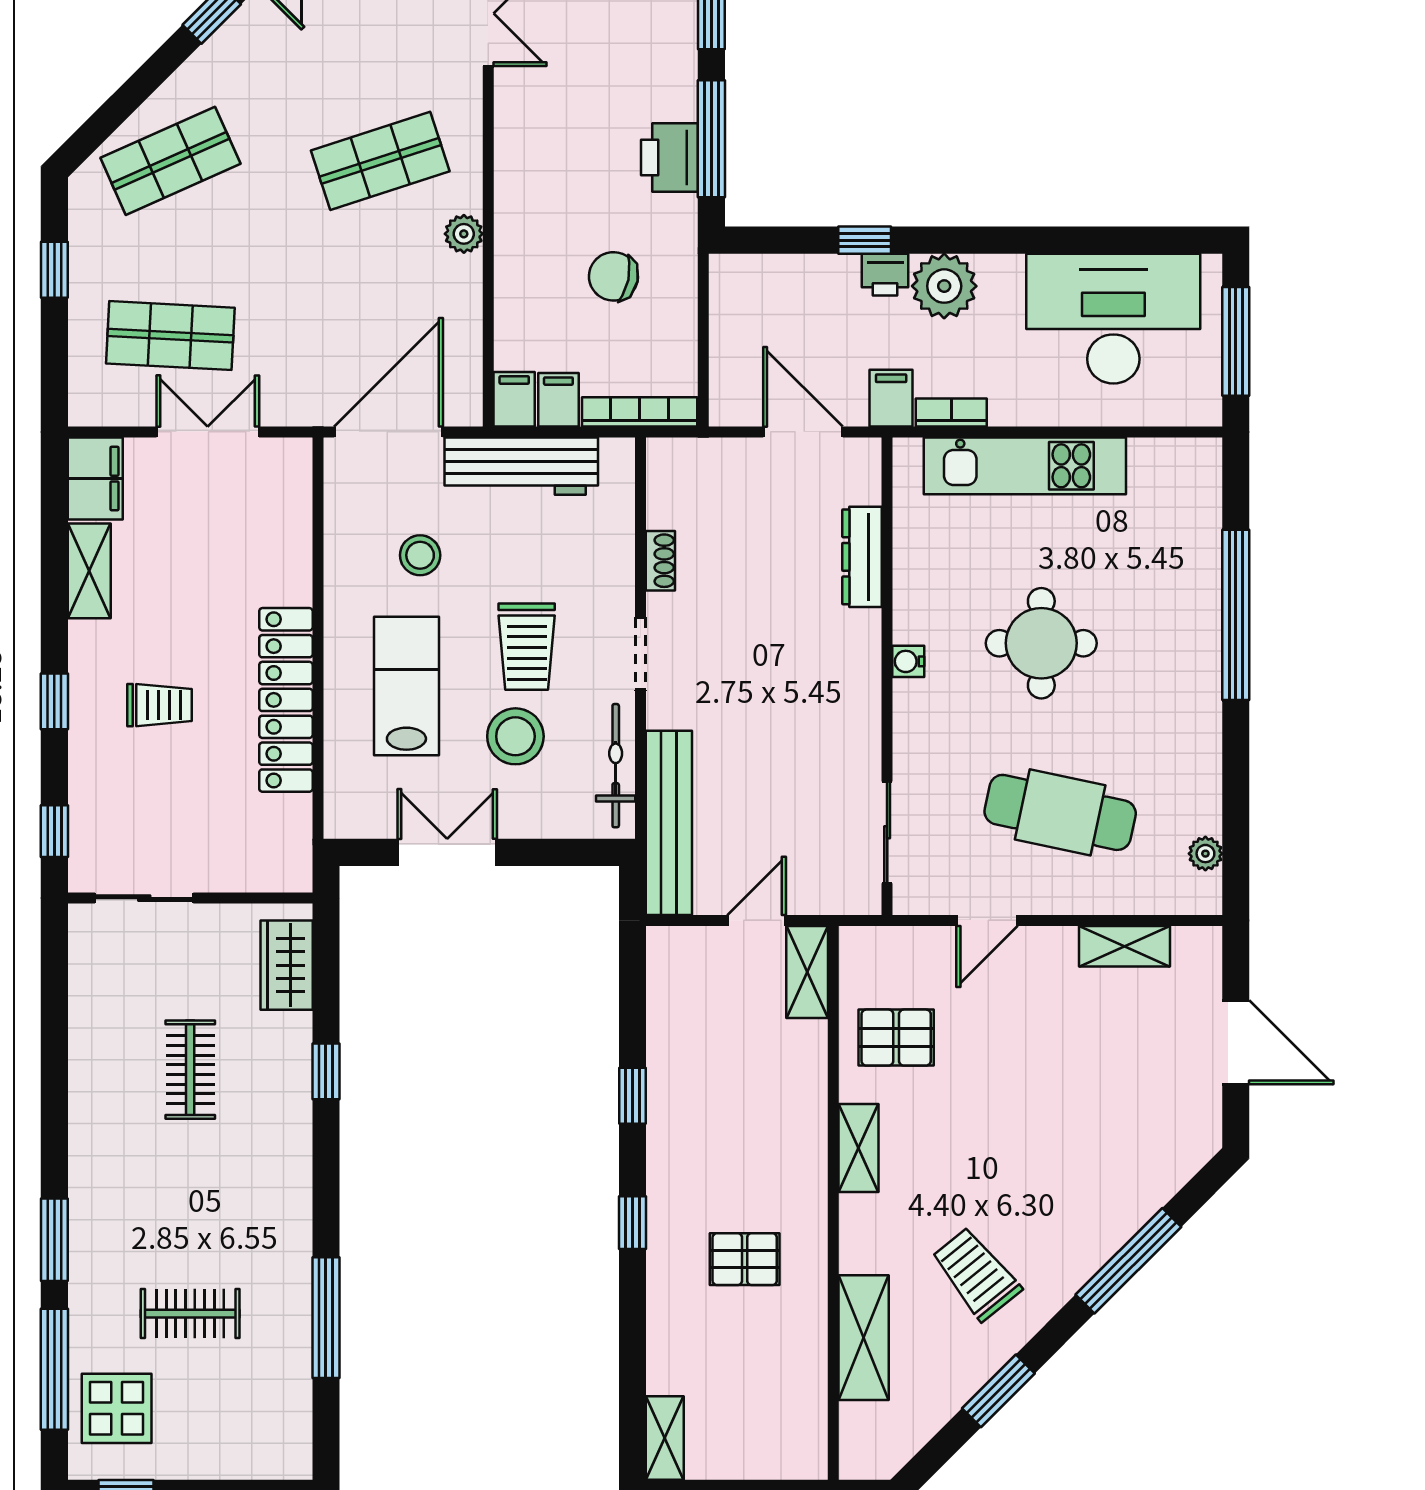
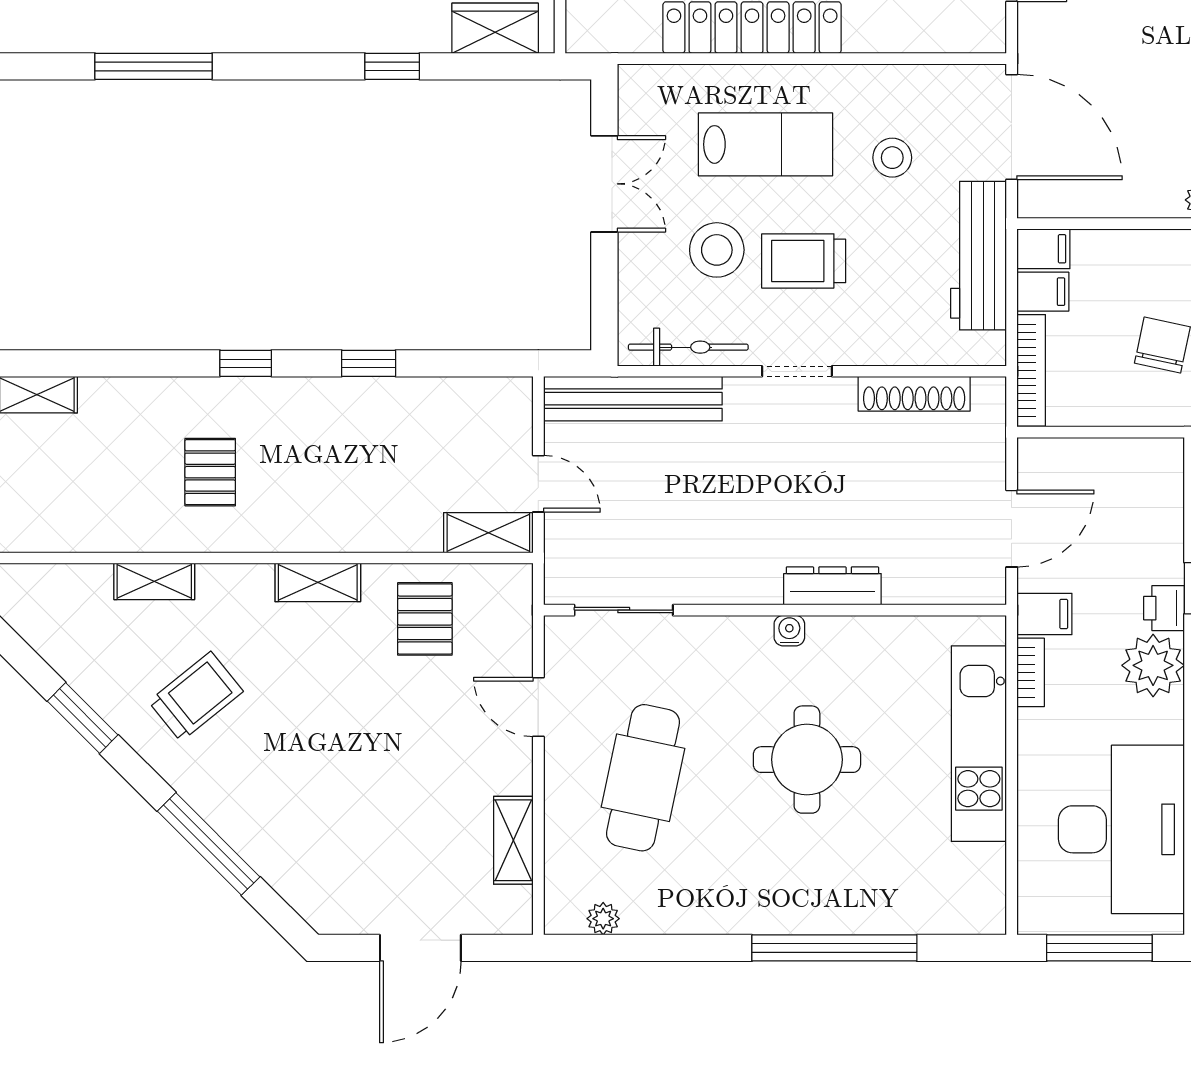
dresser: (862, 557) -> (832, 586), moved
shoe rack: (660, 561) -> (914, 394), width x1.94, depth x1.24
shelving: (864, 1338) -> (154, 581), width x0.67, depth x0.75

